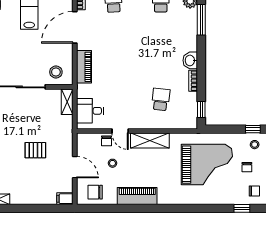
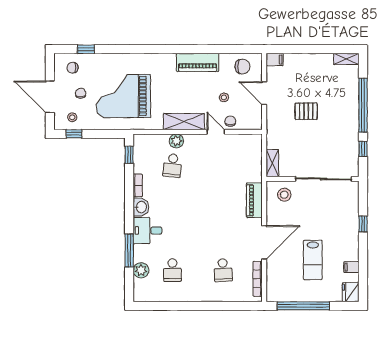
desk: (90, 111) -> (148, 231), moved, turned 180
plant: (157, 122) -> (176, 141), added

